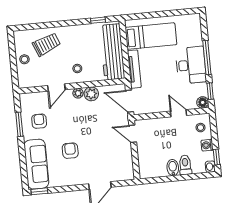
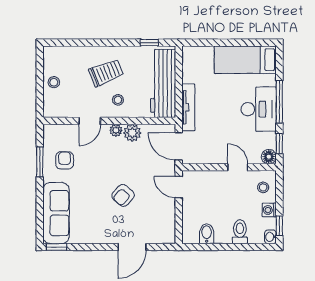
bed: (151, 36) -> (245, 60), moved, turned 180
trolley: (47, 44) -> (106, 73), moved
armchair: (70, 151) -> (123, 195), moved, turned -139
bidet: (173, 168) -> (207, 234), moved

